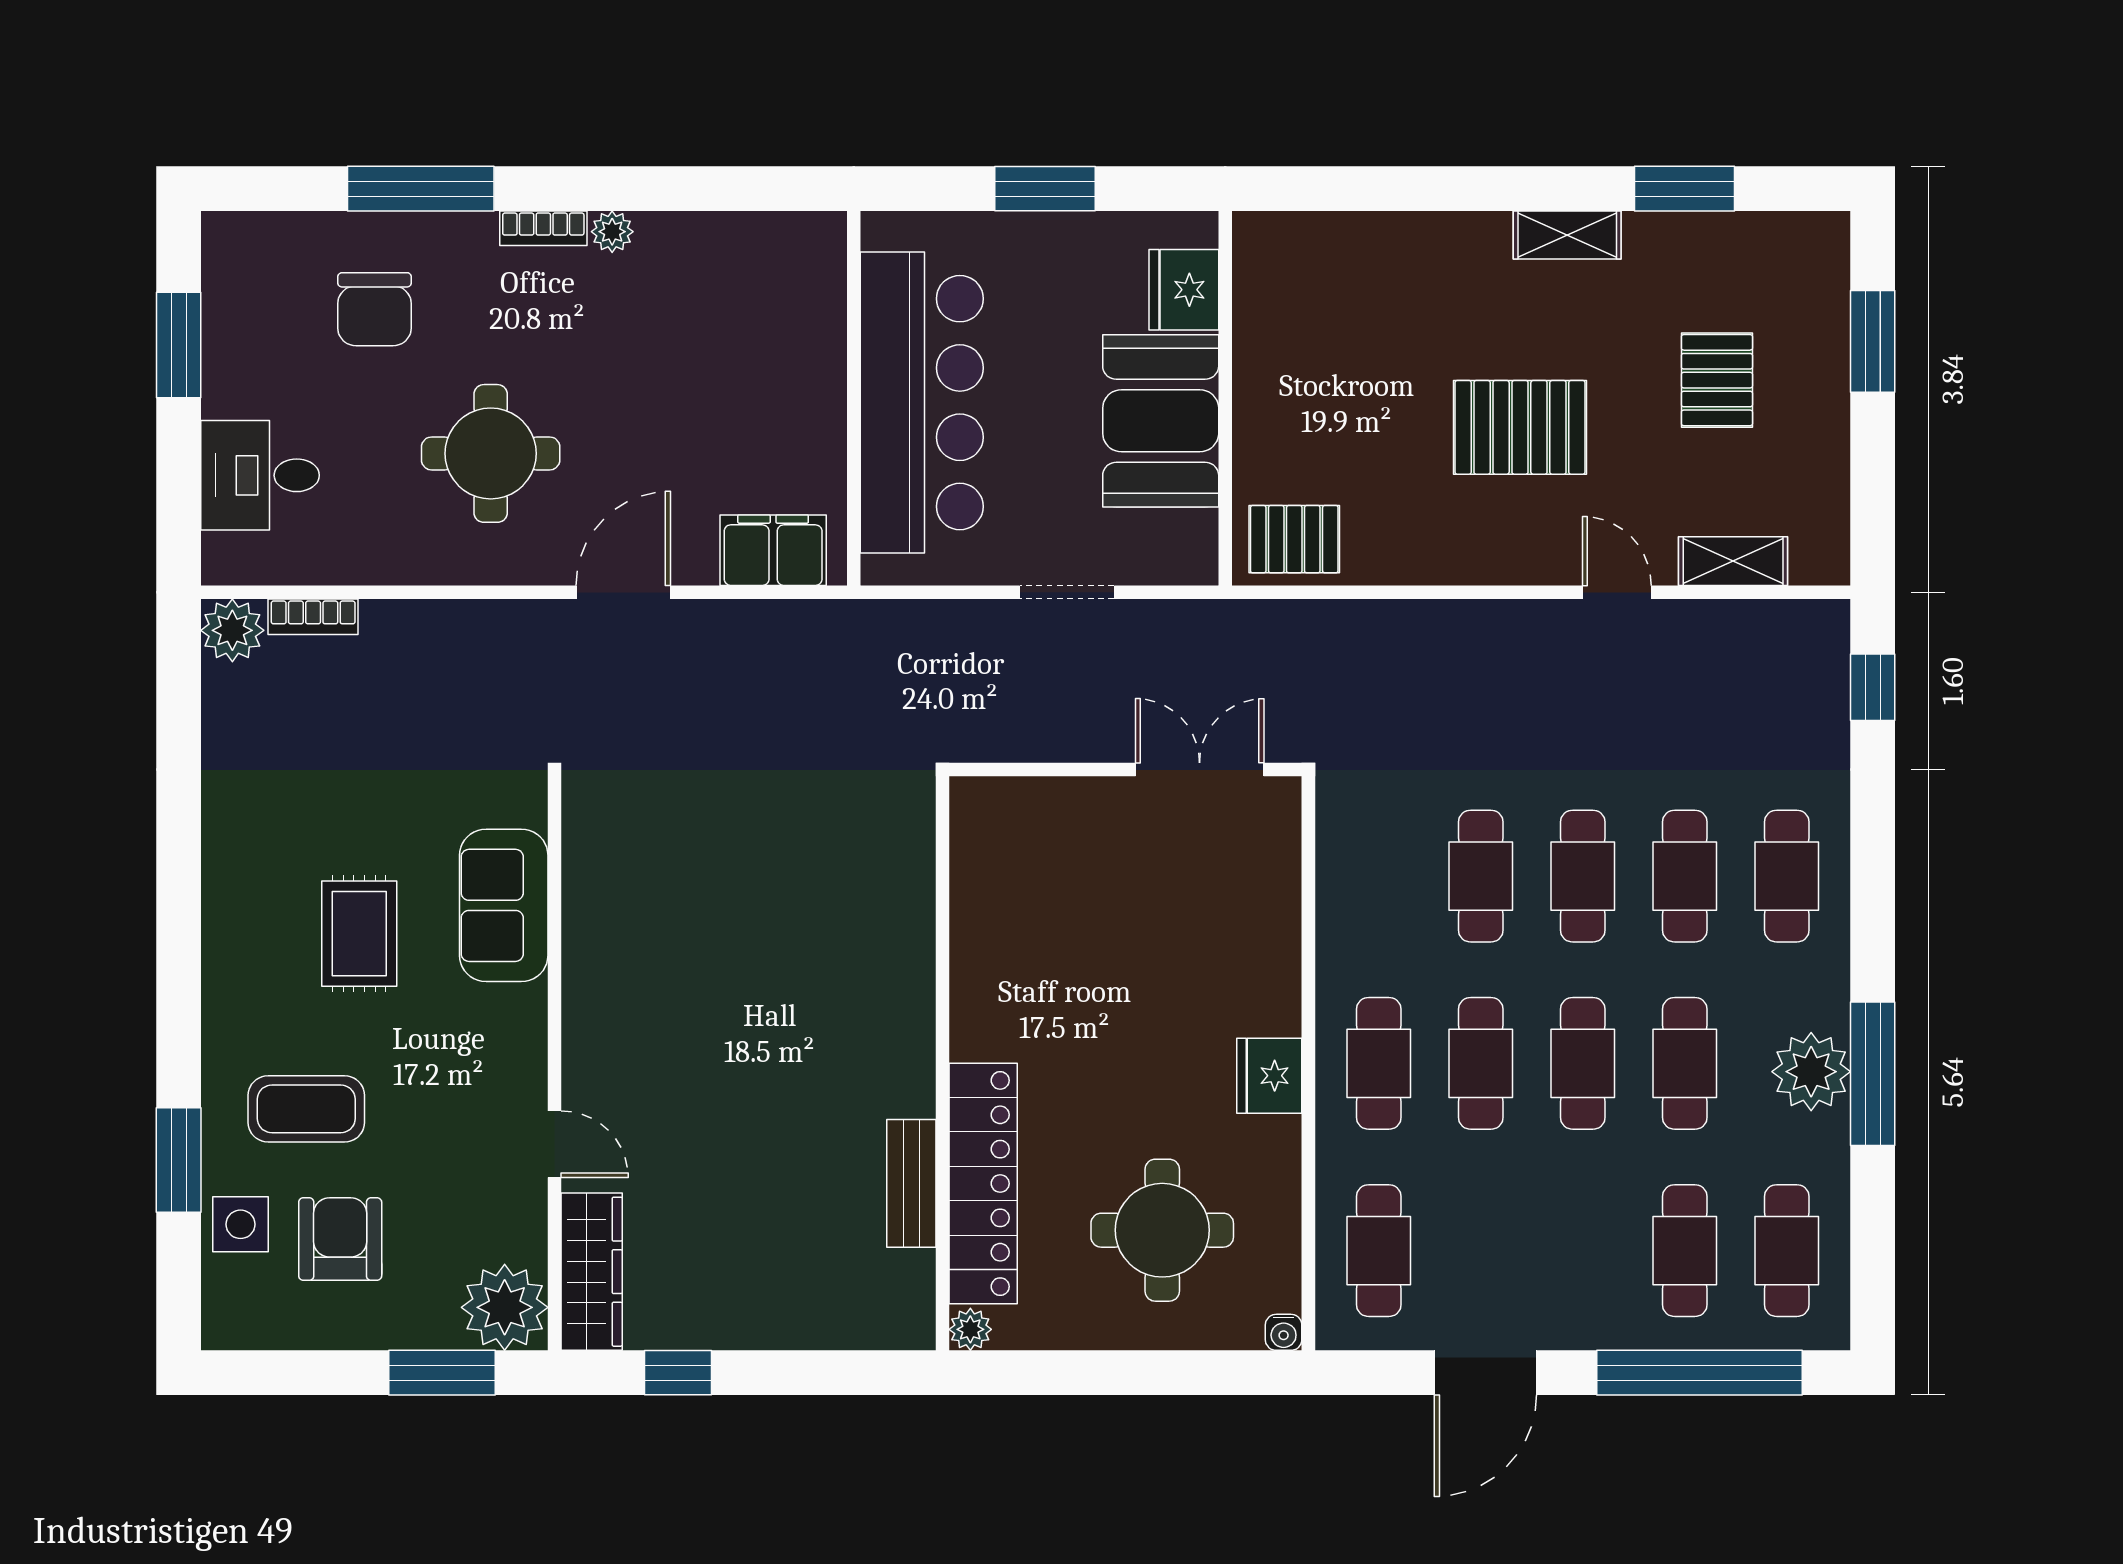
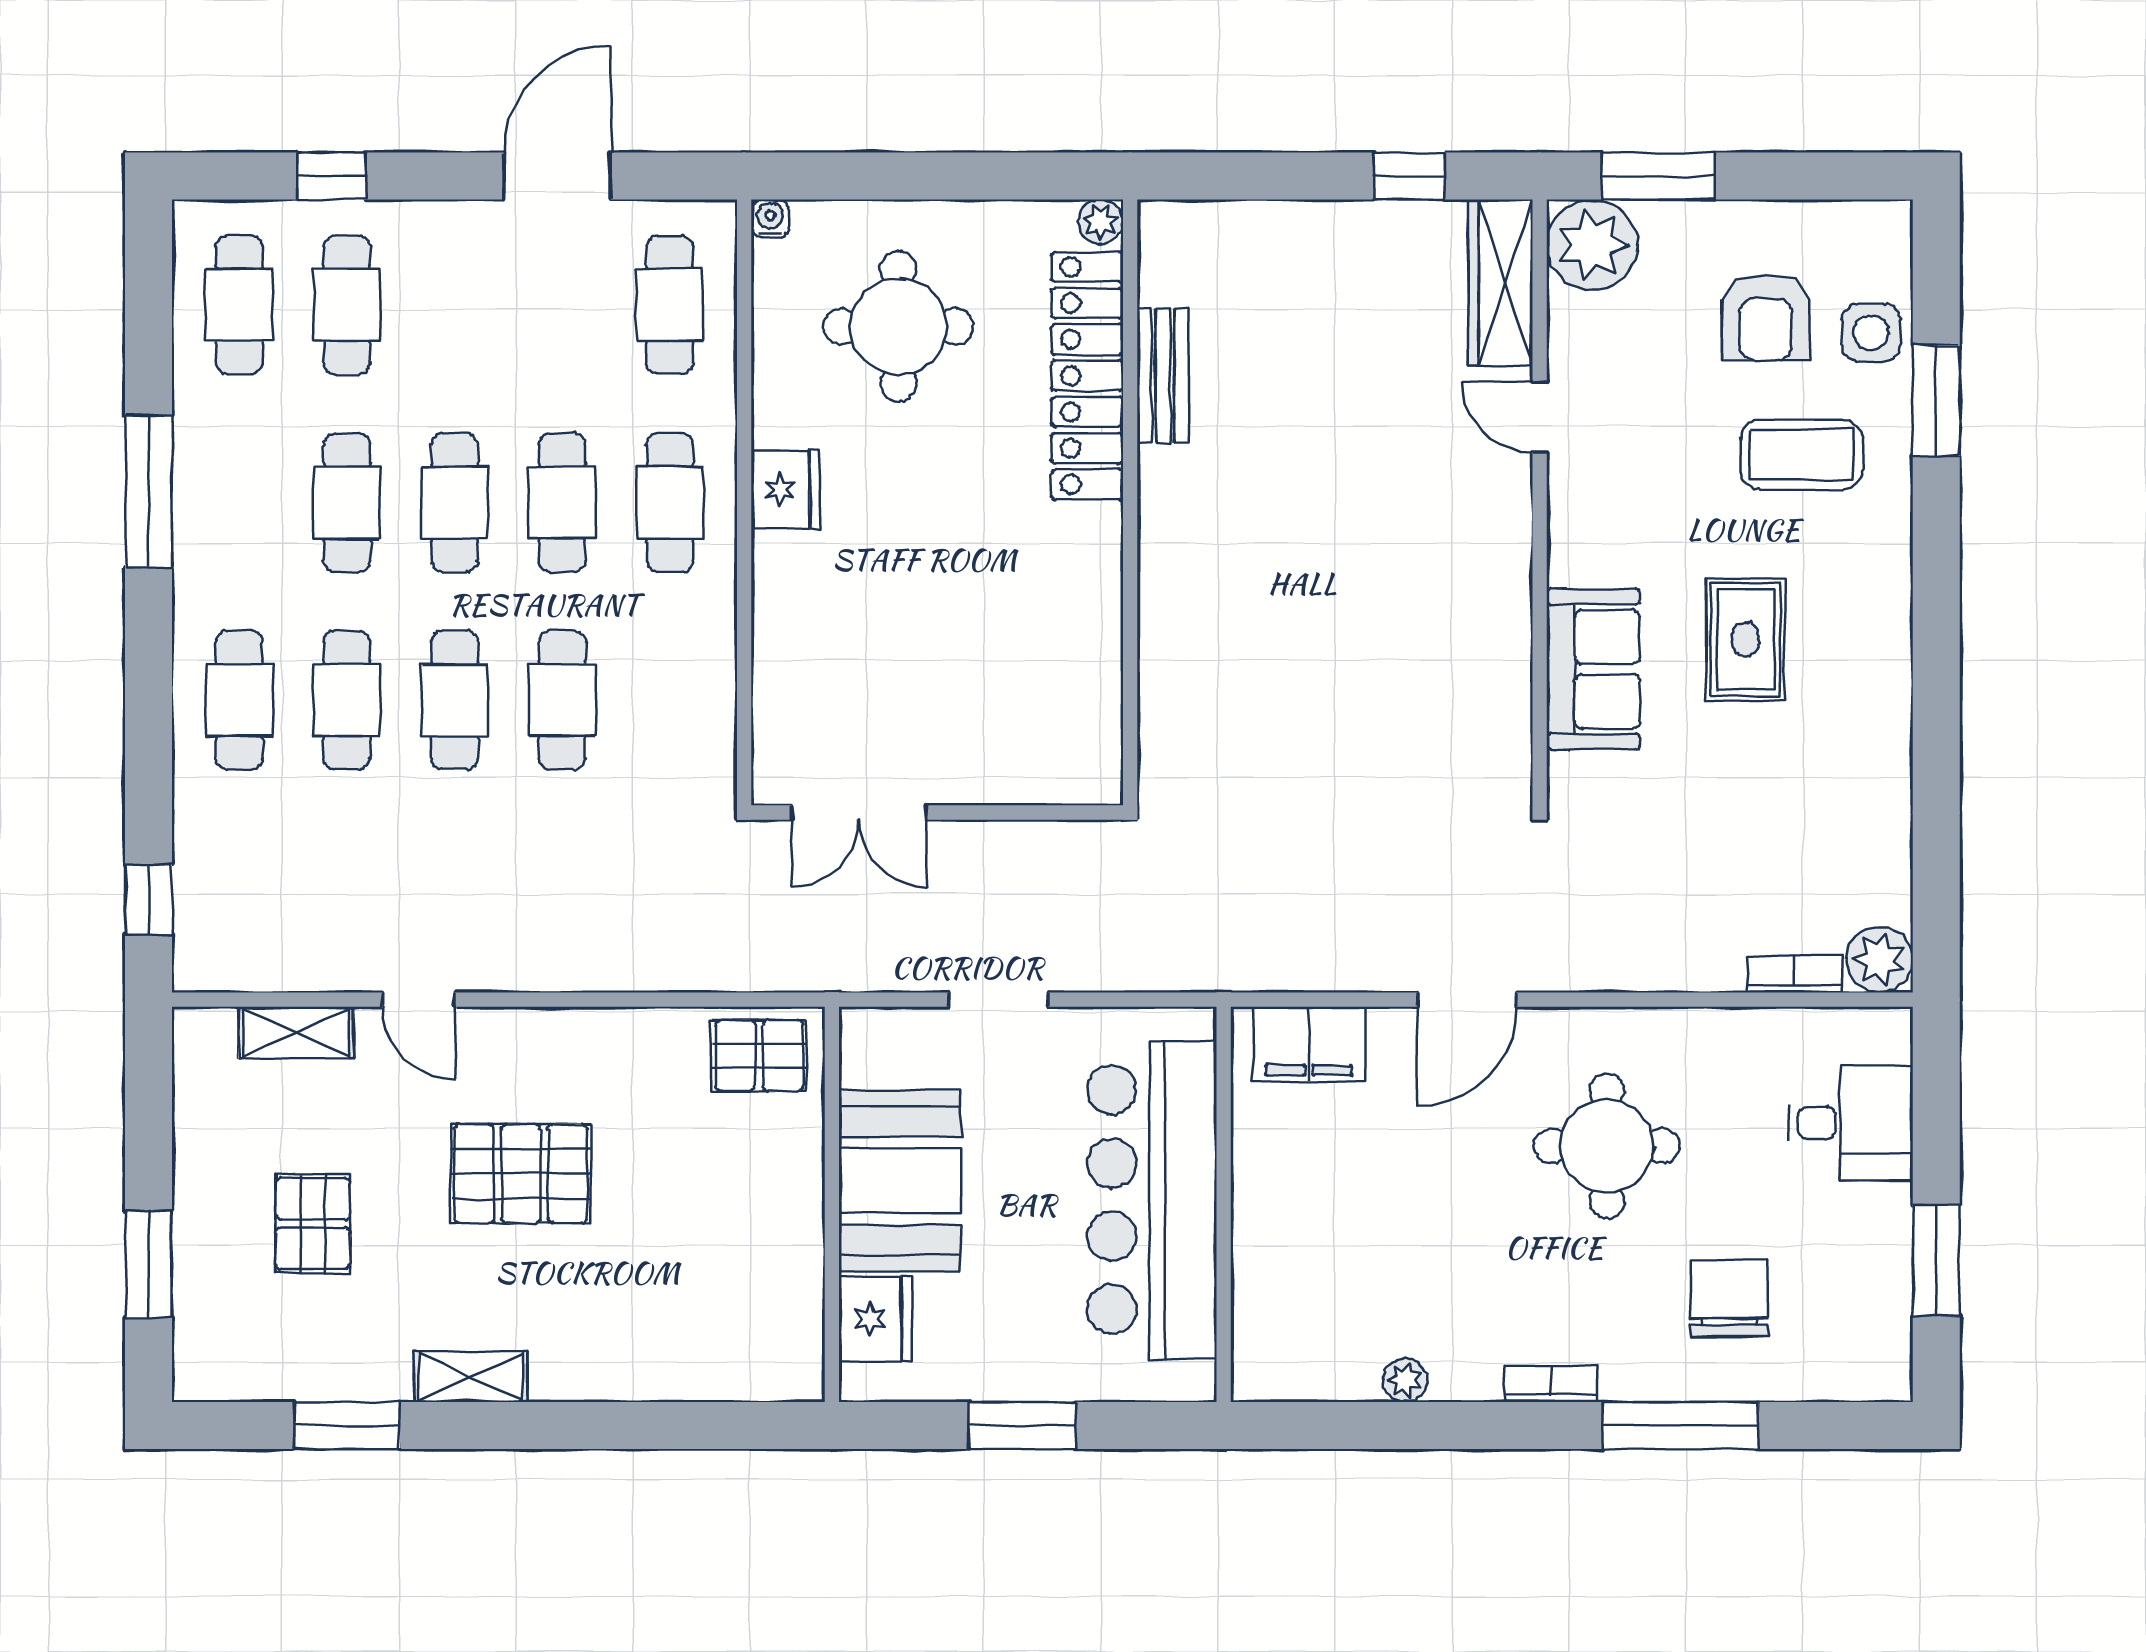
plant: (612, 232) -> (1405, 1380), moved
plant: (1811, 1072) -> (213, 494), removed
window: (1699, 1373) -> (331, 176), width x0.32

